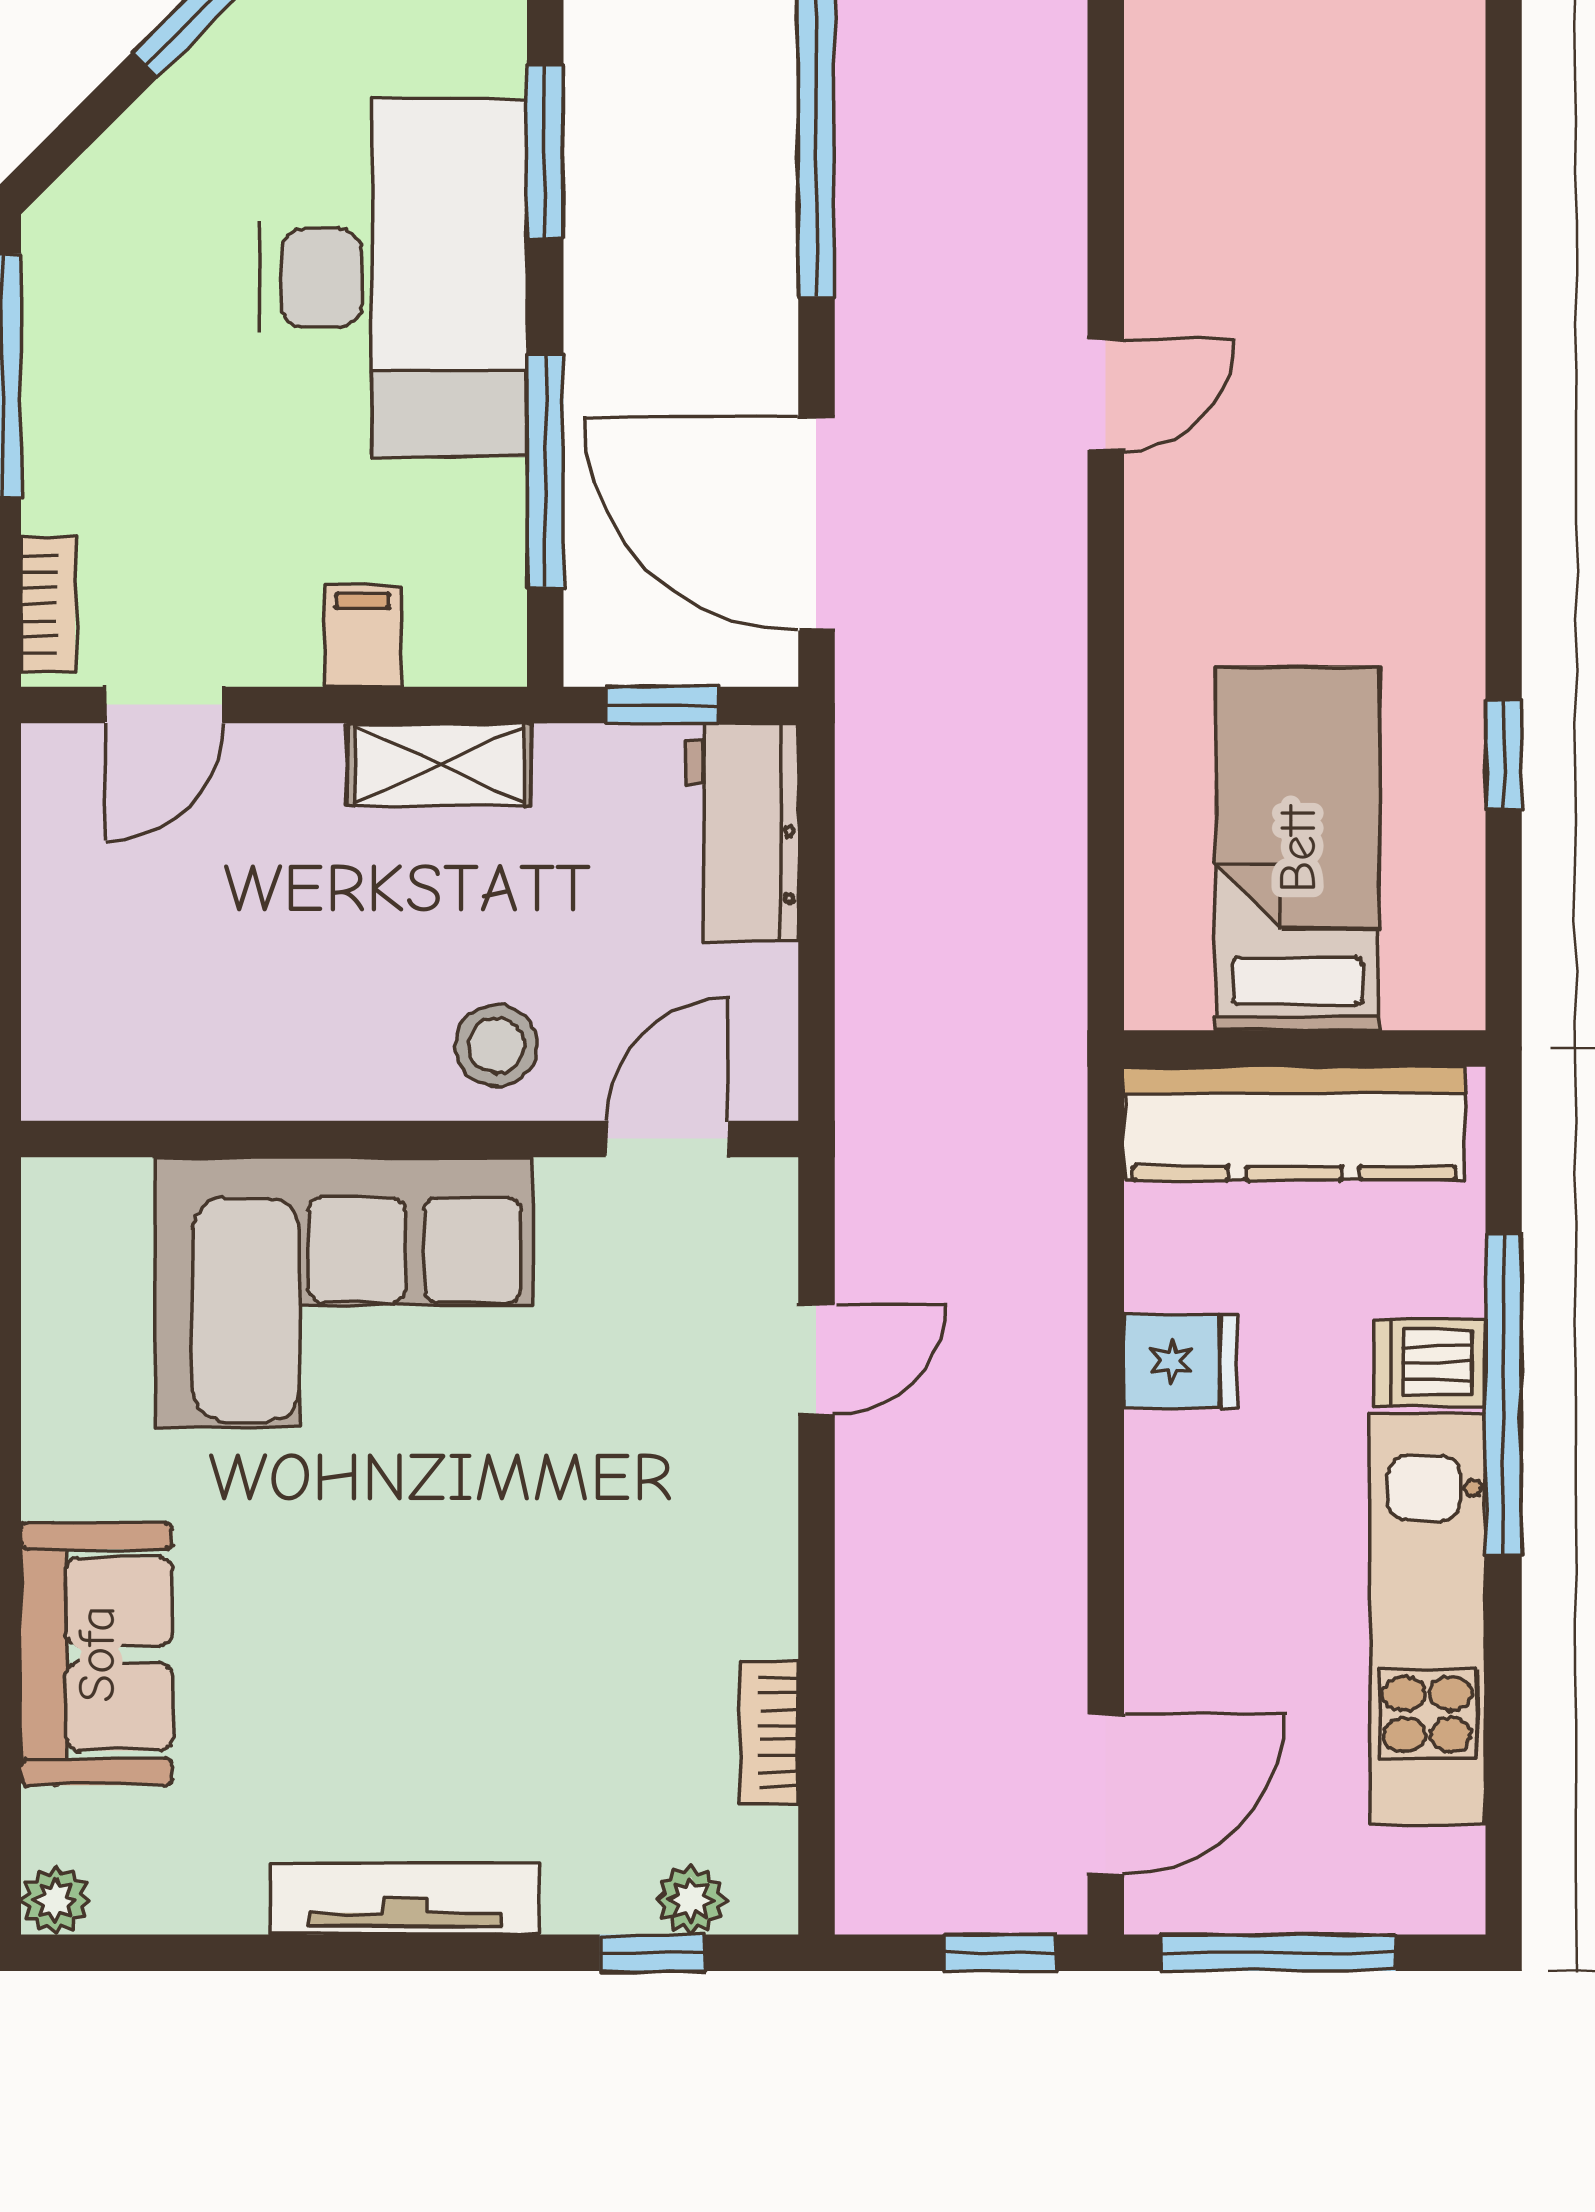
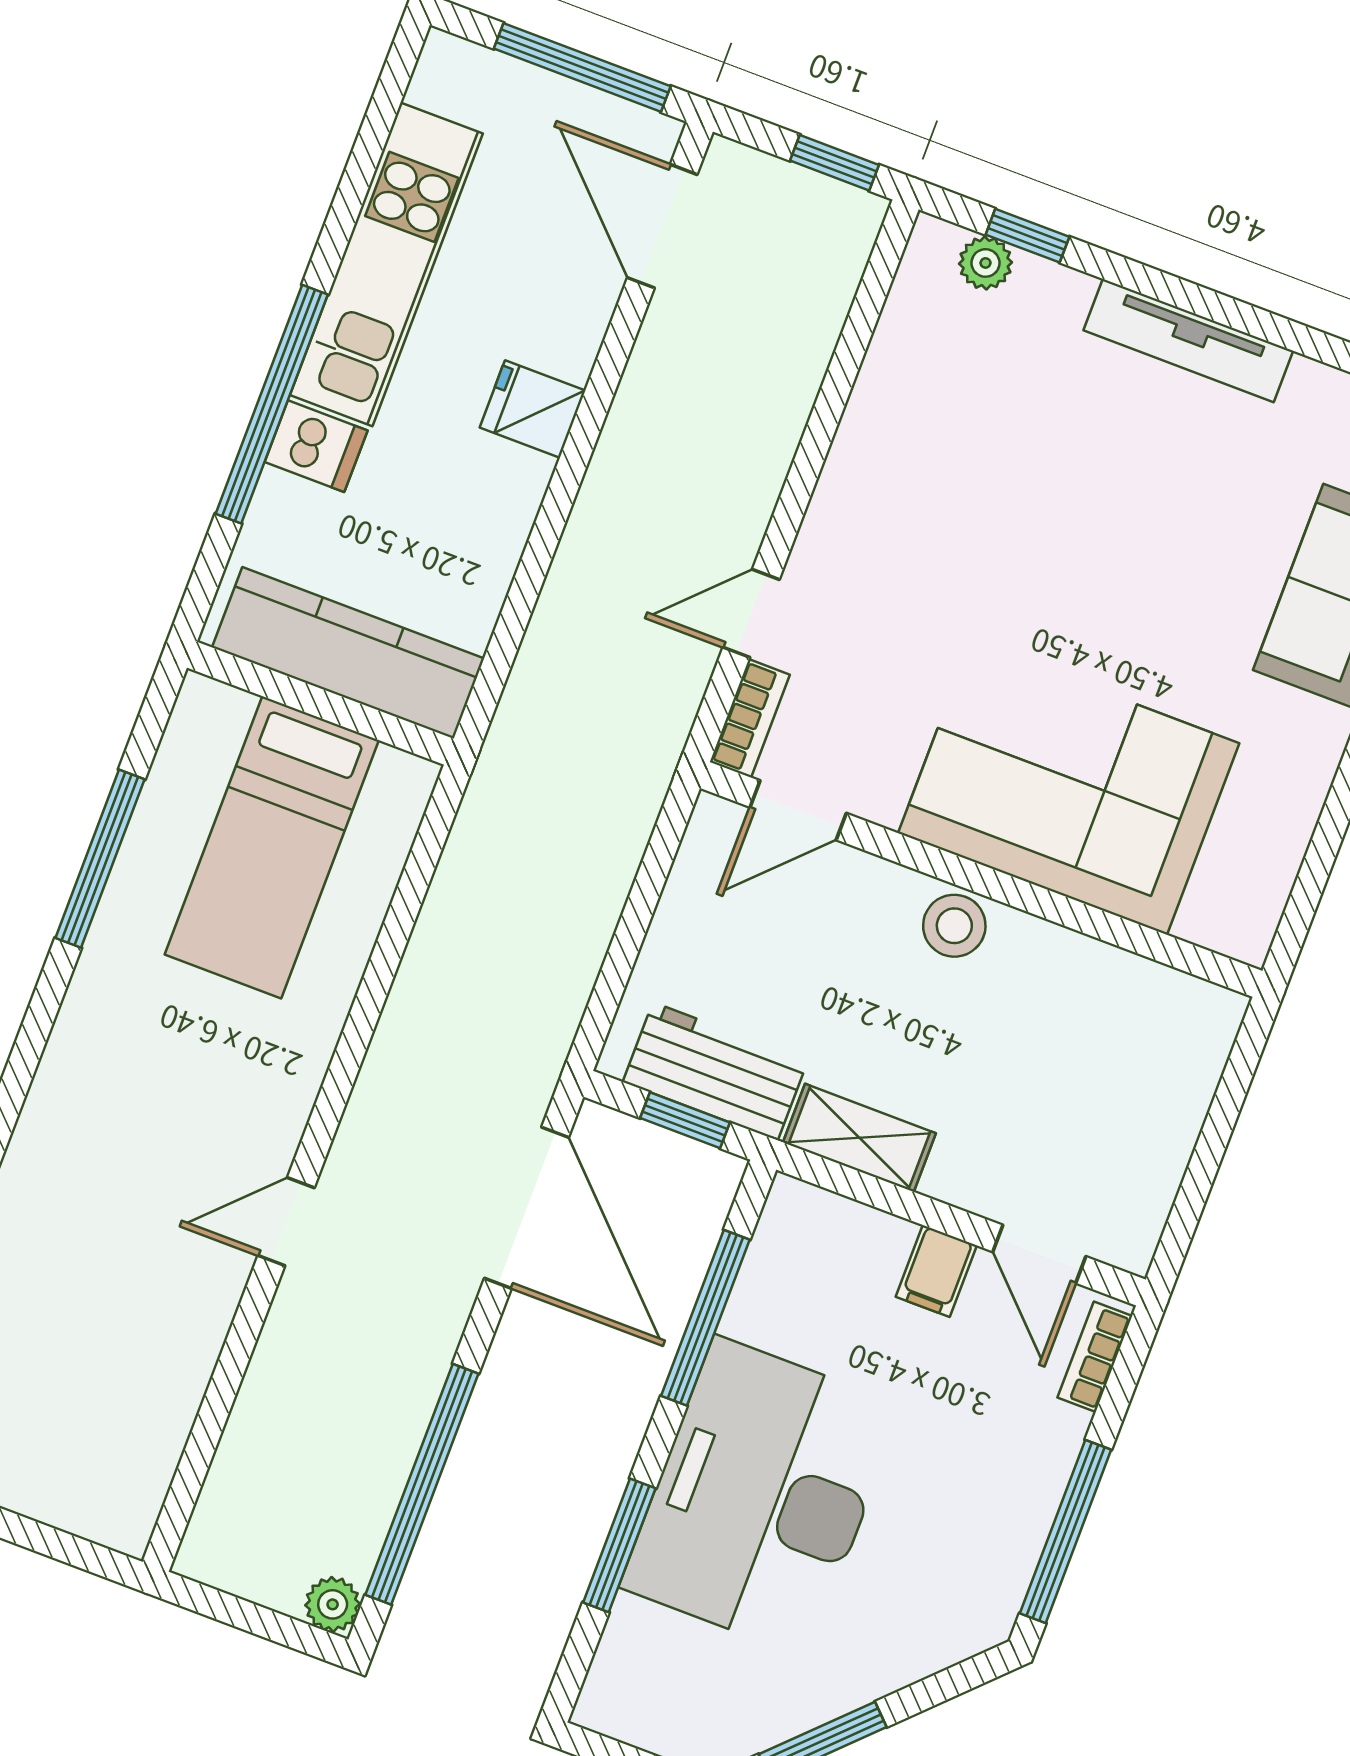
filing cabinet: (363, 636) -> (936, 1271), moved
door: (164, 705) -> (1039, 1254), swing flipped
window: (1504, 755) -> (100, 859), width x2.17
workbench: (742, 832) -> (715, 1071), moved, turned -90
stool: (496, 1046) -> (954, 926), moved
fridge: (1180, 1361) -> (533, 409), moved
bookcase: (769, 1733) -> (750, 718), moved
door: (1106, 1795) -> (662, 226), hinge flipped
window: (1000, 1953) -> (835, 163), moved

